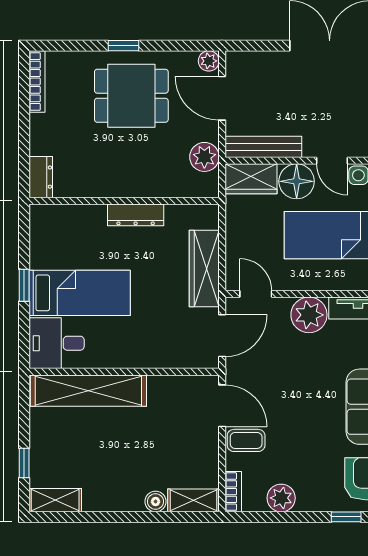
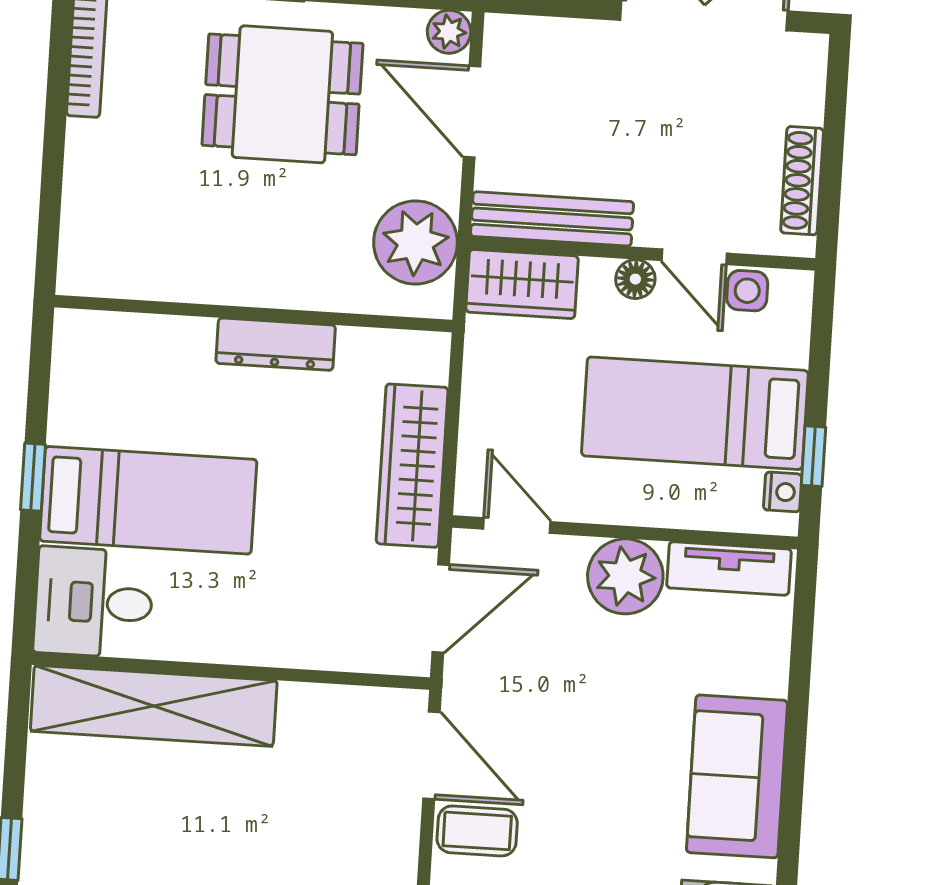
plant: (204, 157) -> (416, 243), width x1.36, depth x1.36
dresser: (41, 177) -> (82, 253), removed
floor lamp: (297, 181) -> (635, 279), width x0.53, depth x0.53

